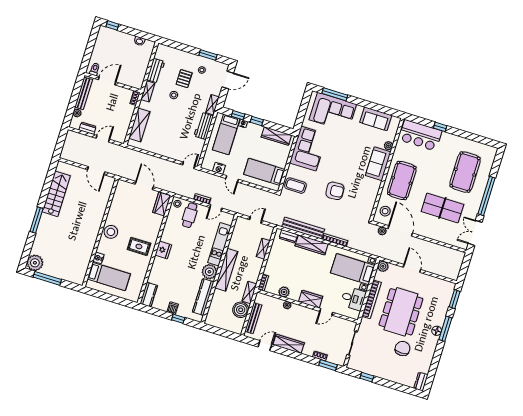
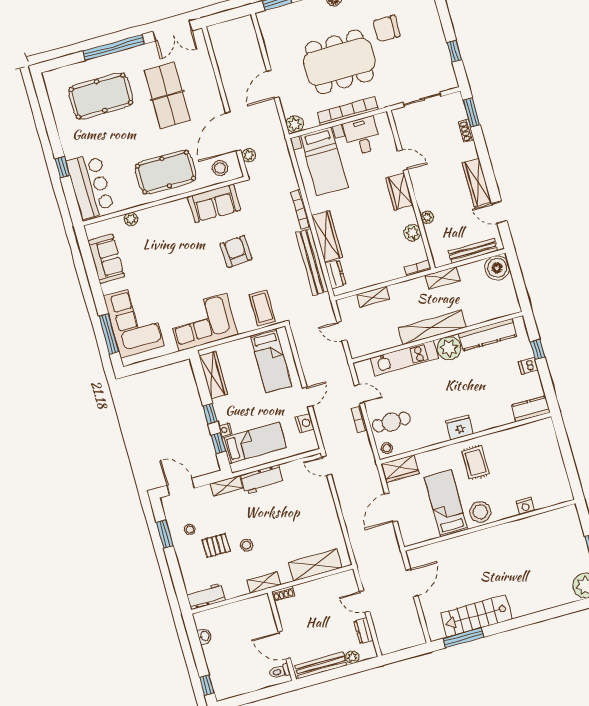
workbench: (156, 71) -> (206, 596), moved
sofa: (378, 164) -> (214, 203), moved
window: (37, 220) -> (463, 638), moved
bed: (109, 277) -> (446, 503), moved
boiler: (241, 310) -> (497, 268), moved

